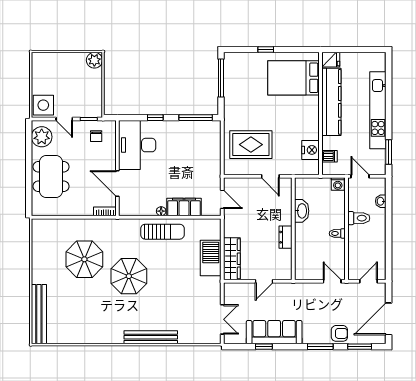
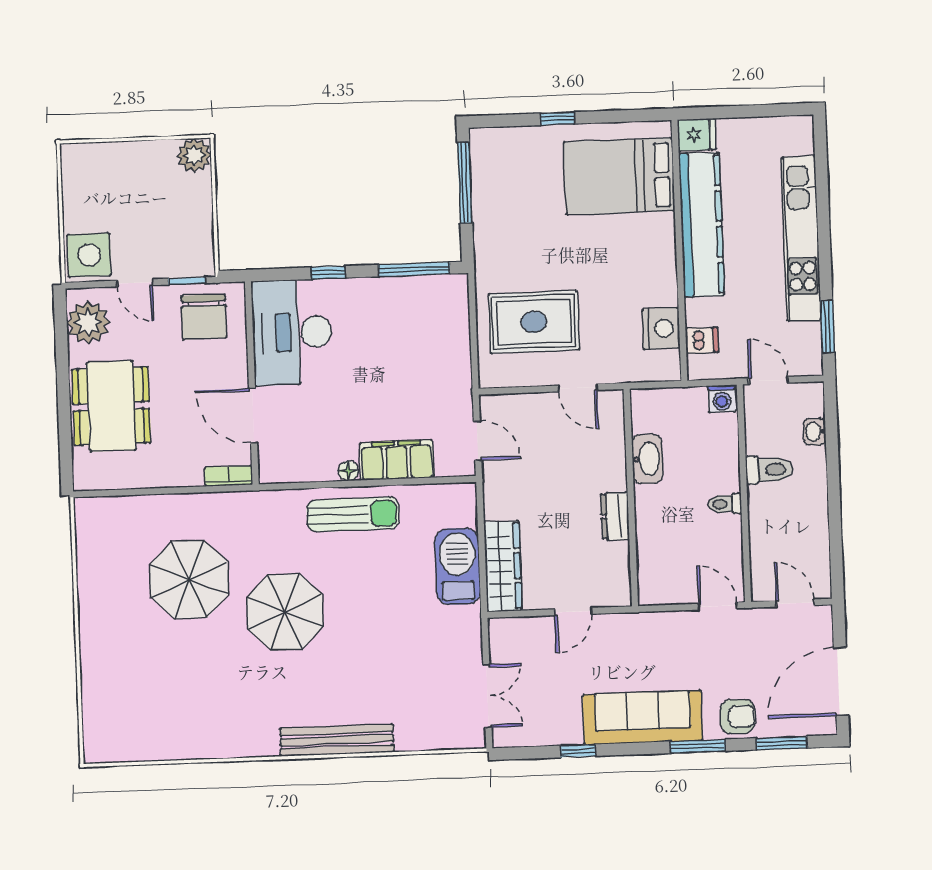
chair: (96, 136) -> (204, 317), width x1.87, depth x1.87
door: (369, 281) -> (795, 603), hinge flipped
bench: (39, 314) -> (97, 700), removed
sofa: (274, 332) -> (643, 717), moved

